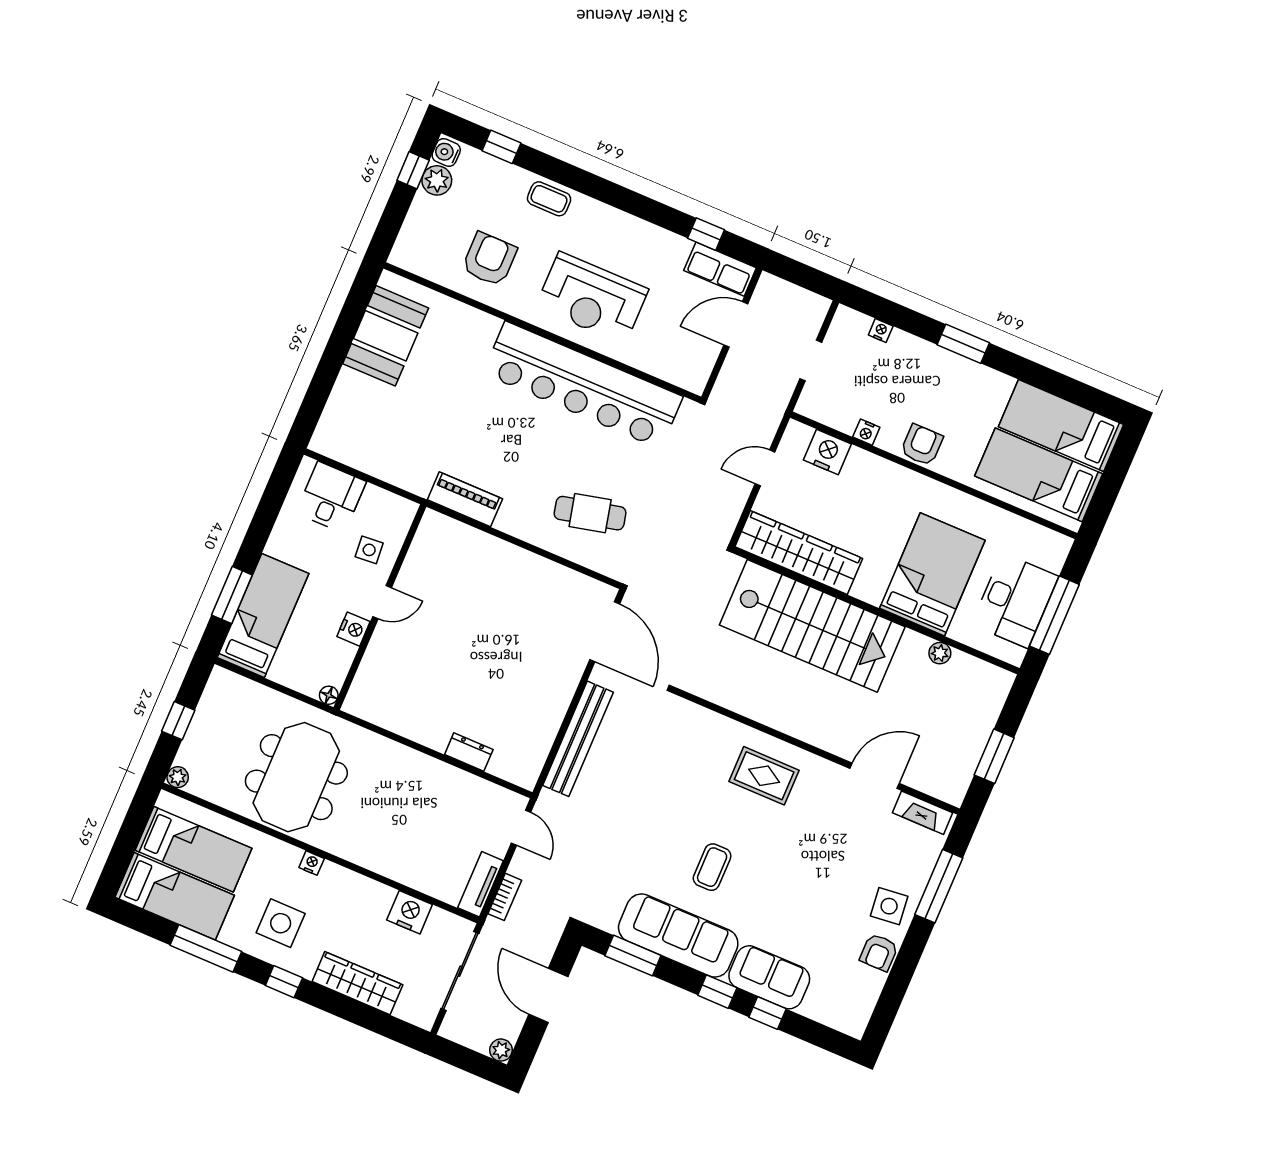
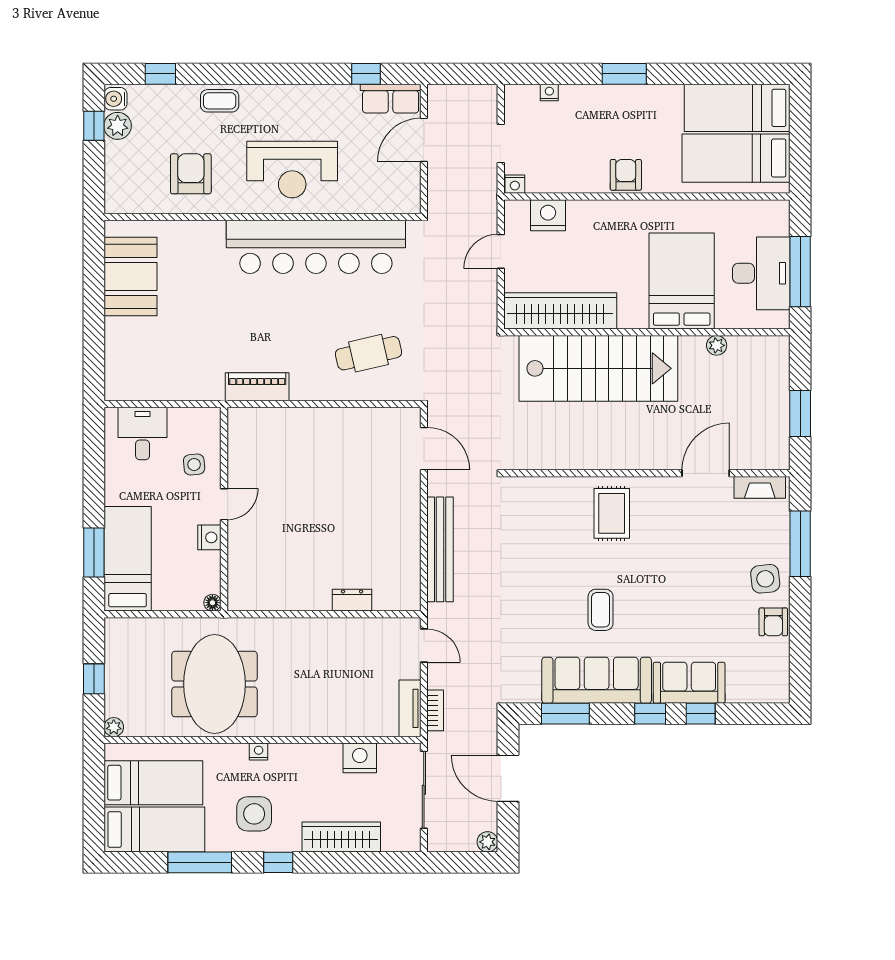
nightstand: (866, 432) -> (515, 184), moved
door: (605, 632) -> (424, 449), width x0.73
rug: (764, 776) -> (612, 513), turned 90

